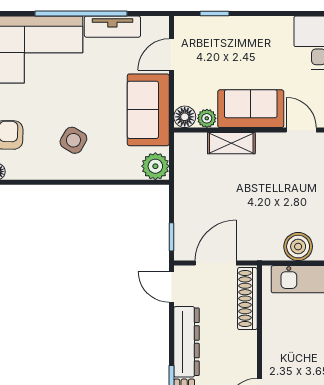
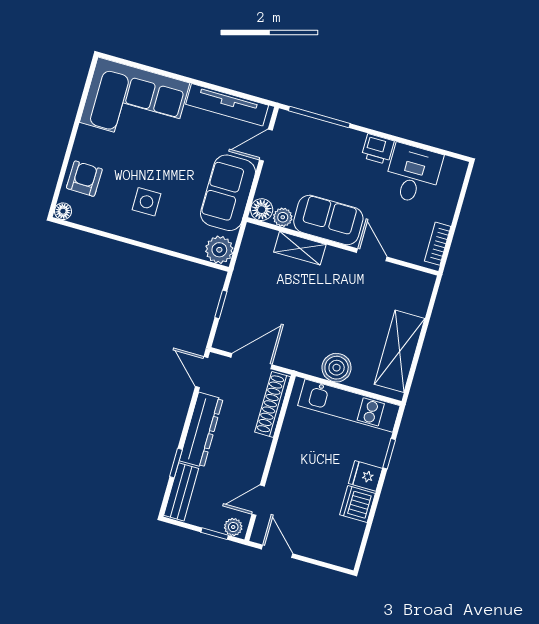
window: (81, 14) -> (189, 80), removed
window: (214, 14) -> (319, 117), width x2.17
tv unit: (112, 27) -> (227, 105), width x1.41
printer: (279, 28) -> (378, 149), added
side table: (73, 140) -> (147, 202), turned -30
window: (171, 237) -> (221, 304), moved

